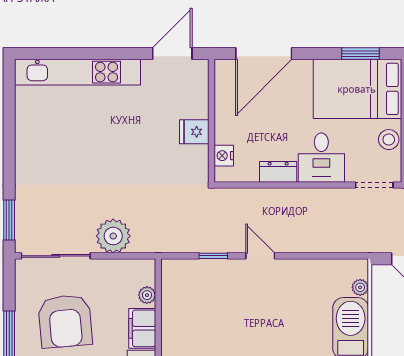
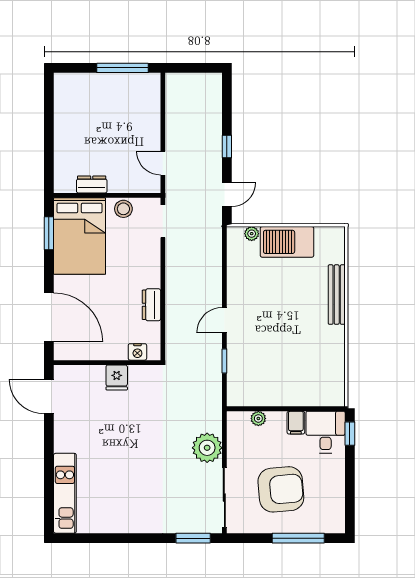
kitchen unit: (78, 72) -> (65, 493), width x0.73
desk: (321, 158) -> (139, 267), removed
filing cabinet: (142, 328) -> (296, 423), width x0.50

